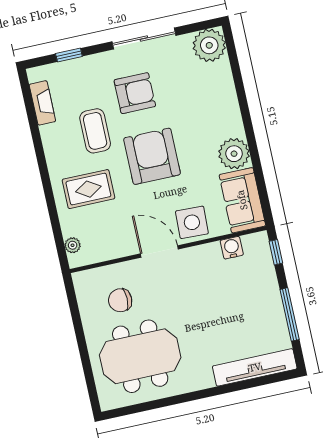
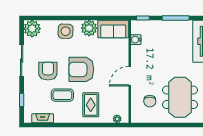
side table: (192, 222) -> (66, 31), moved

